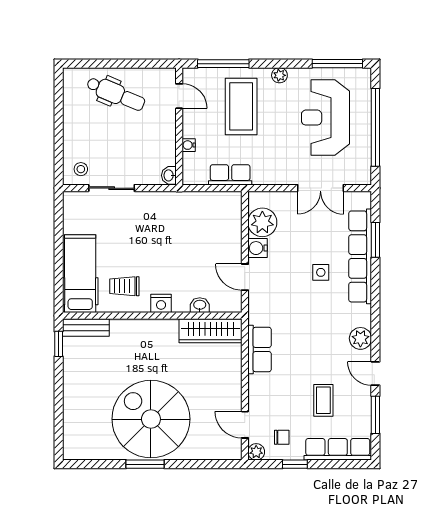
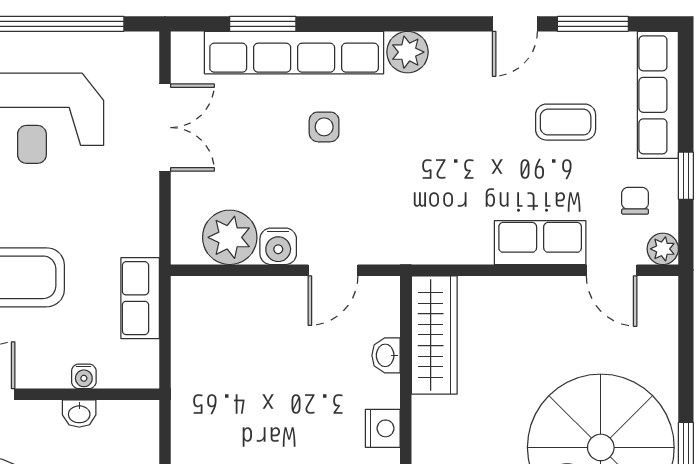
washbasin: (169, 175) -> (79, 414), moved
plant: (360, 338) -> (408, 52), moved
row of seats: (260, 349) -> (540, 243), moved
door: (245, 425) -> (612, 270), hinge flipped

